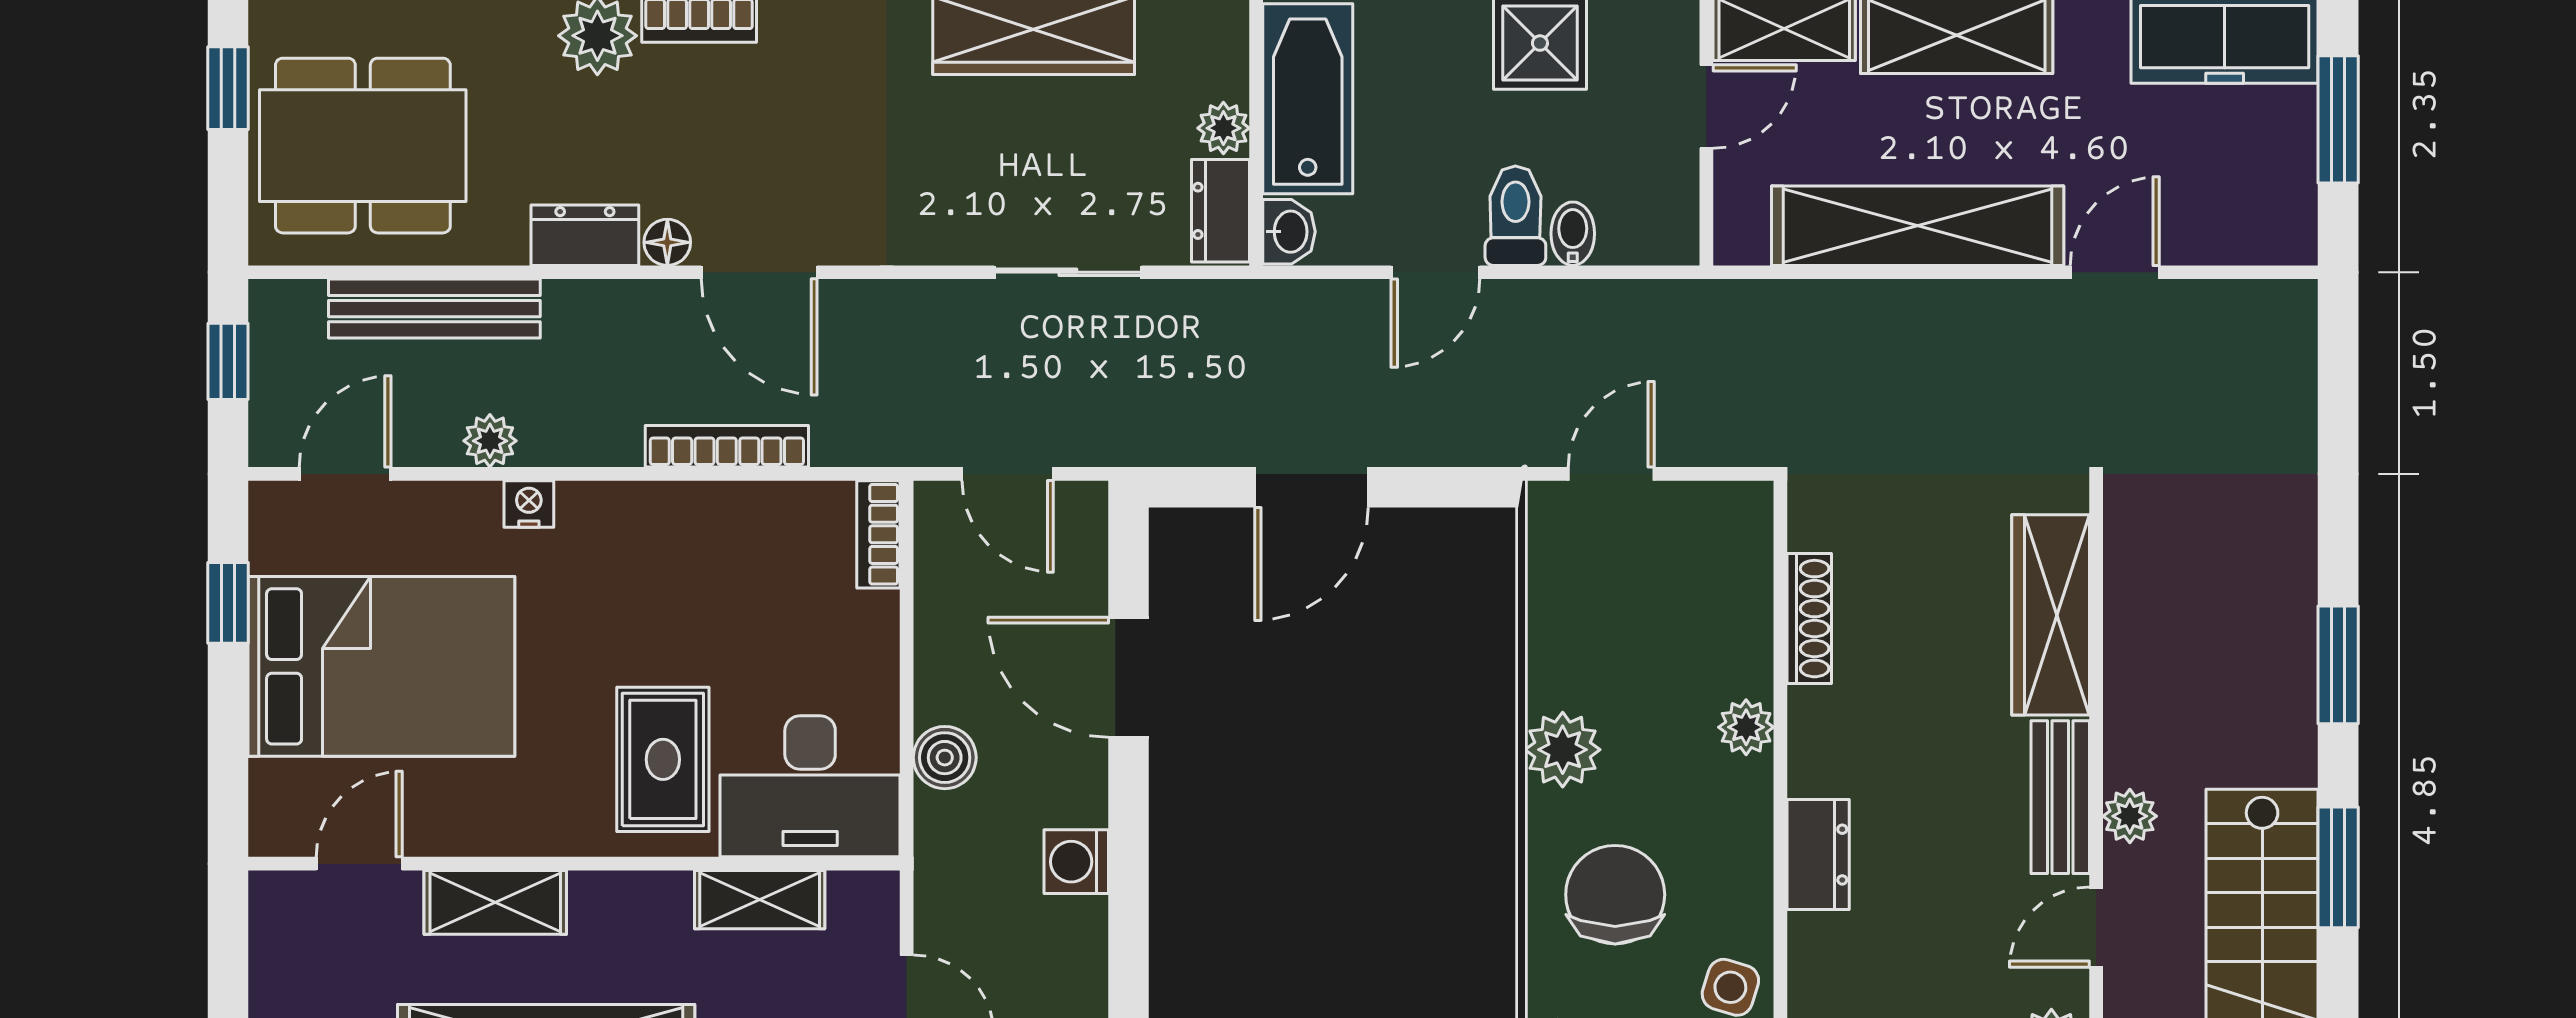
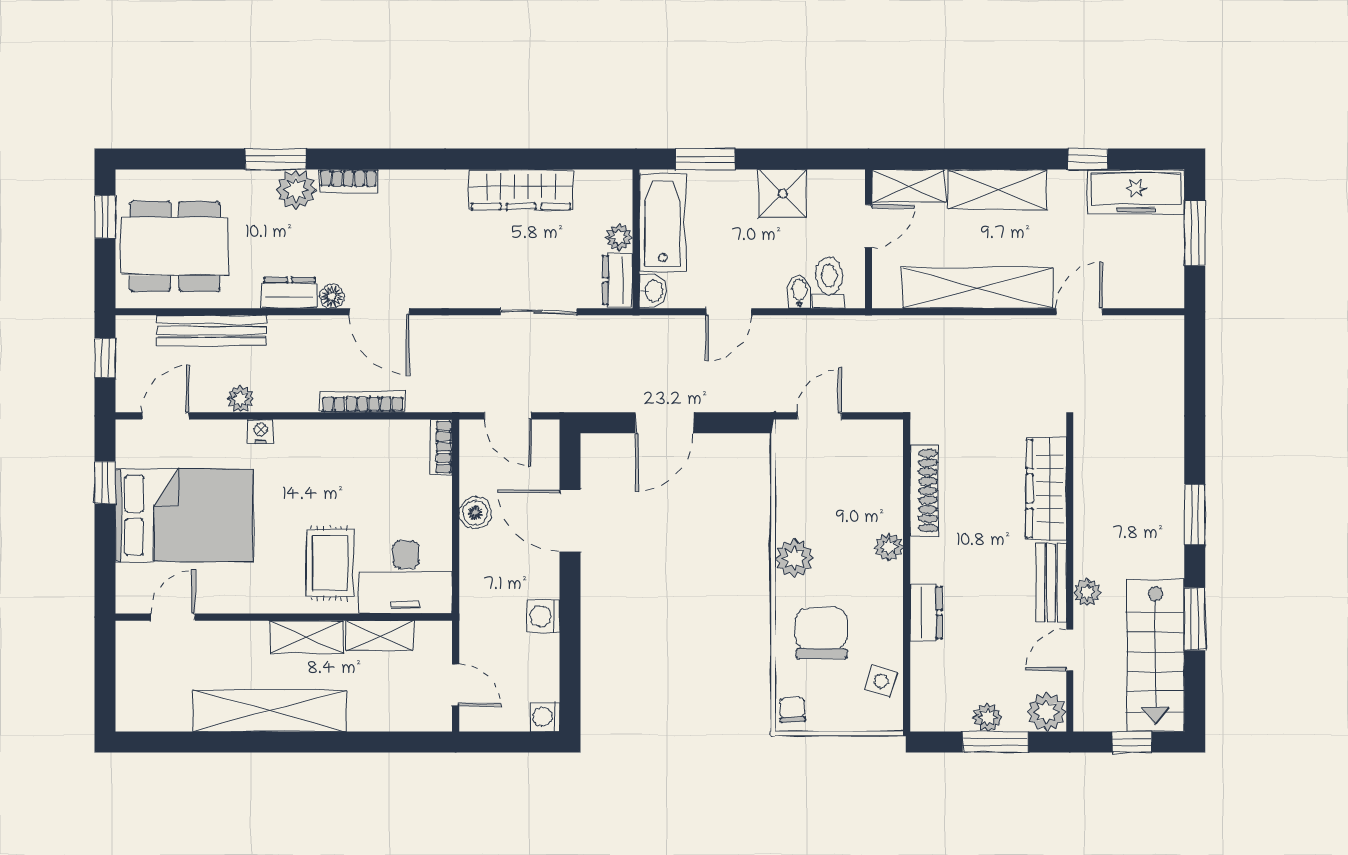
toilet: (1515, 216) -> (829, 283), moved
shoe rack: (1809, 619) -> (924, 491), width x1.36, depth x1.24
boiler: (945, 758) -> (475, 513), moved
shelving: (495, 902) -> (307, 637), moved

